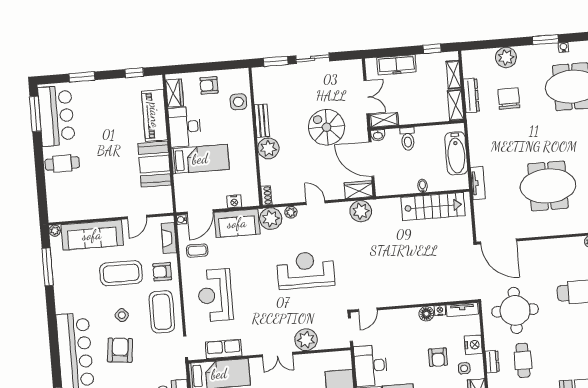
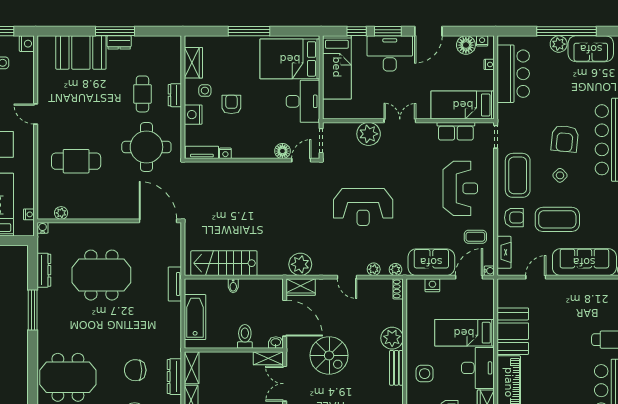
chair: (509, 99) -> (135, 370), turned 90
side table: (238, 102) -> (425, 374), moved
plant: (271, 219) -> (395, 269), width x0.53, depth x0.53
floor lamp: (426, 314) -> (282, 151), moved

